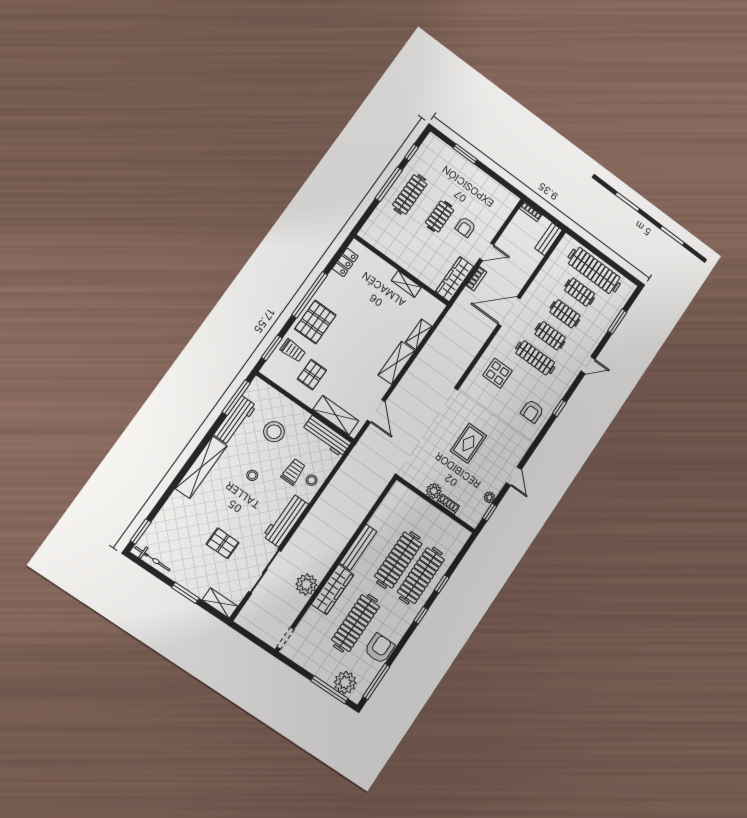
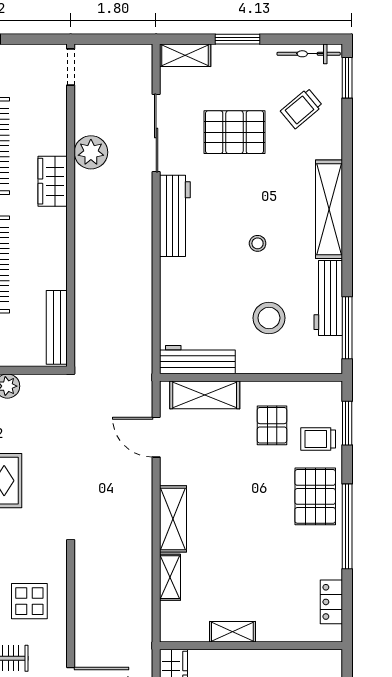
trolley: (293, 472) -> (301, 108), moved, turned 50
stool: (312, 480) -> (177, 290), removed
pallet: (223, 543) -> (235, 132), width x1.50, depth x1.42
bench: (358, 547) -> (57, 327), moved
wardrobe: (332, 589) -> (53, 181), width x0.67

